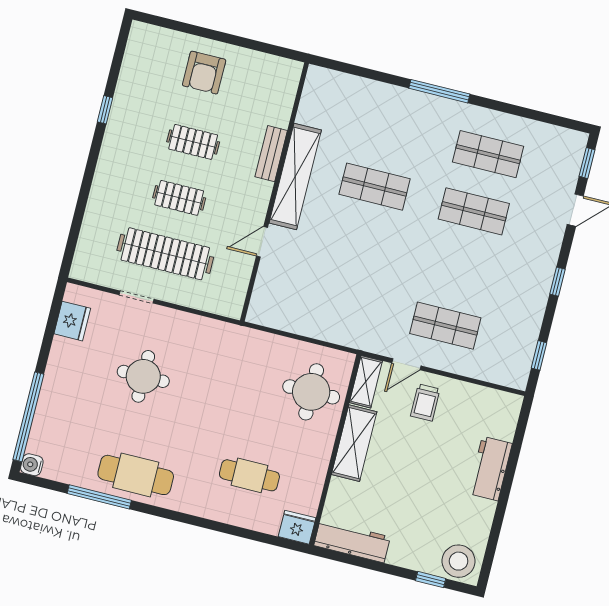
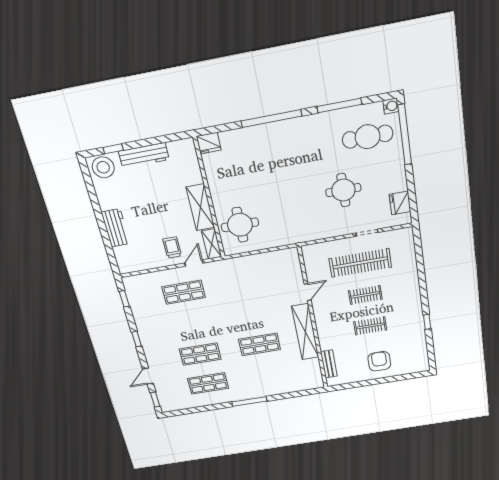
bench: (271, 154) -> (329, 364), moved
cafe table: (136, 475) -> (368, 137), moved
cafe table: (249, 475) -> (253, 161), removed
window: (197, 521) -> (271, 118), added
workbench: (352, 541) -> (144, 155), moved

